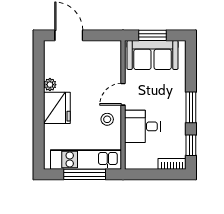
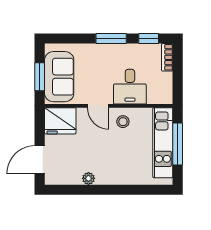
fridge: (57, 108) -> (60, 121), moved, turned 180

